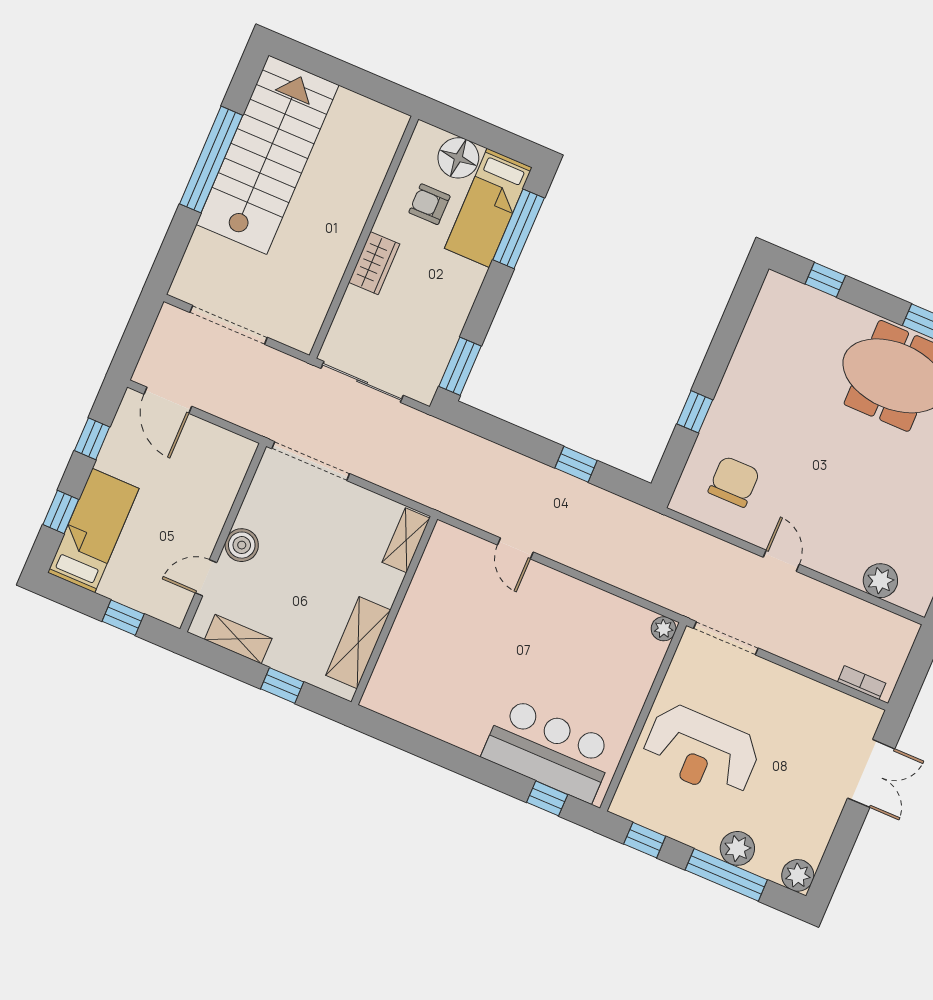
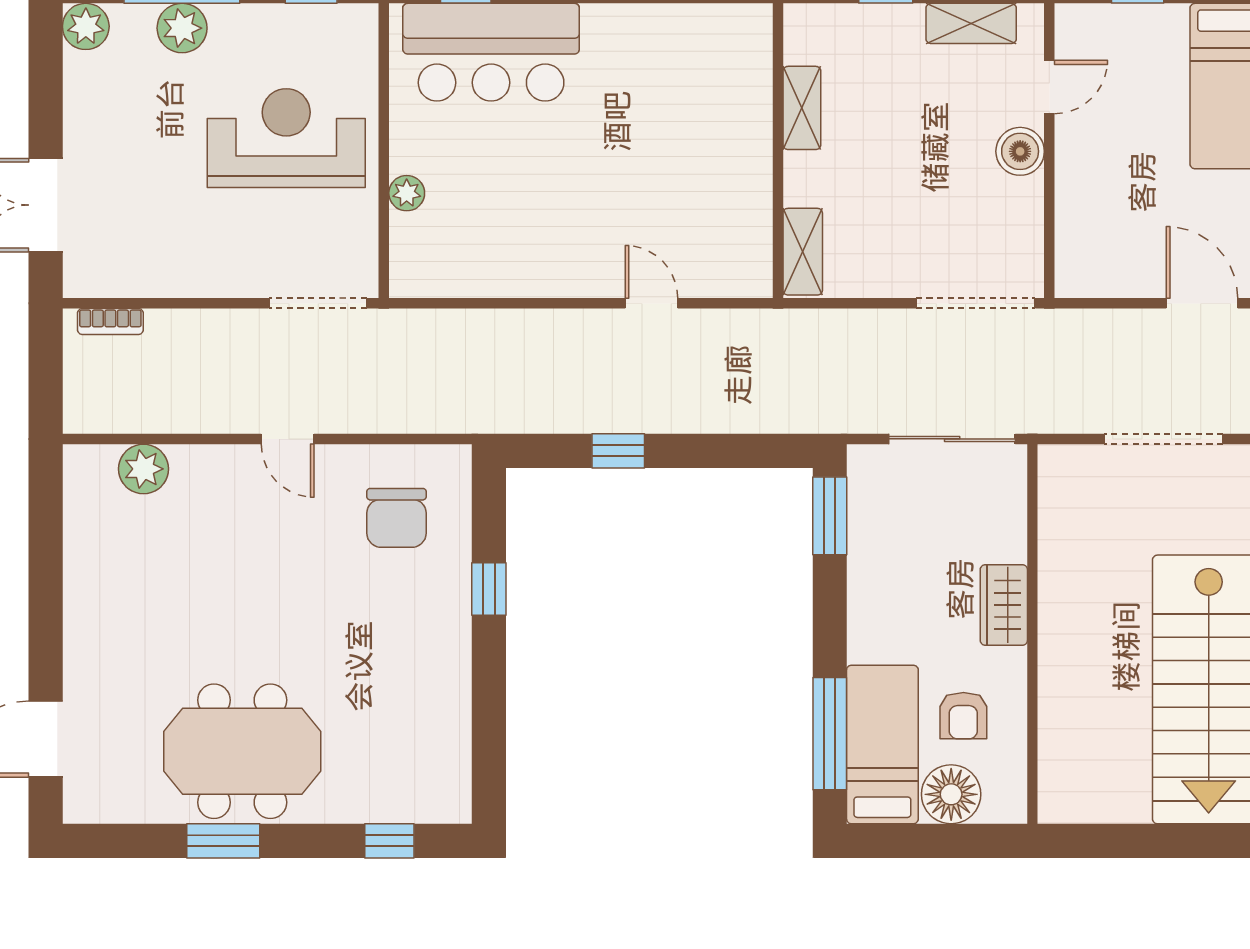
armchair: (429, 204) -> (963, 716), turned 90
plant: (664, 629) -> (407, 193), moved
shelving: (358, 643) -> (802, 108), width x0.67, depth x0.75

